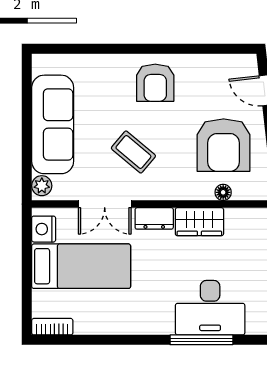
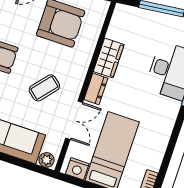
floor lamp: (223, 192) -> (94, 34), removed

